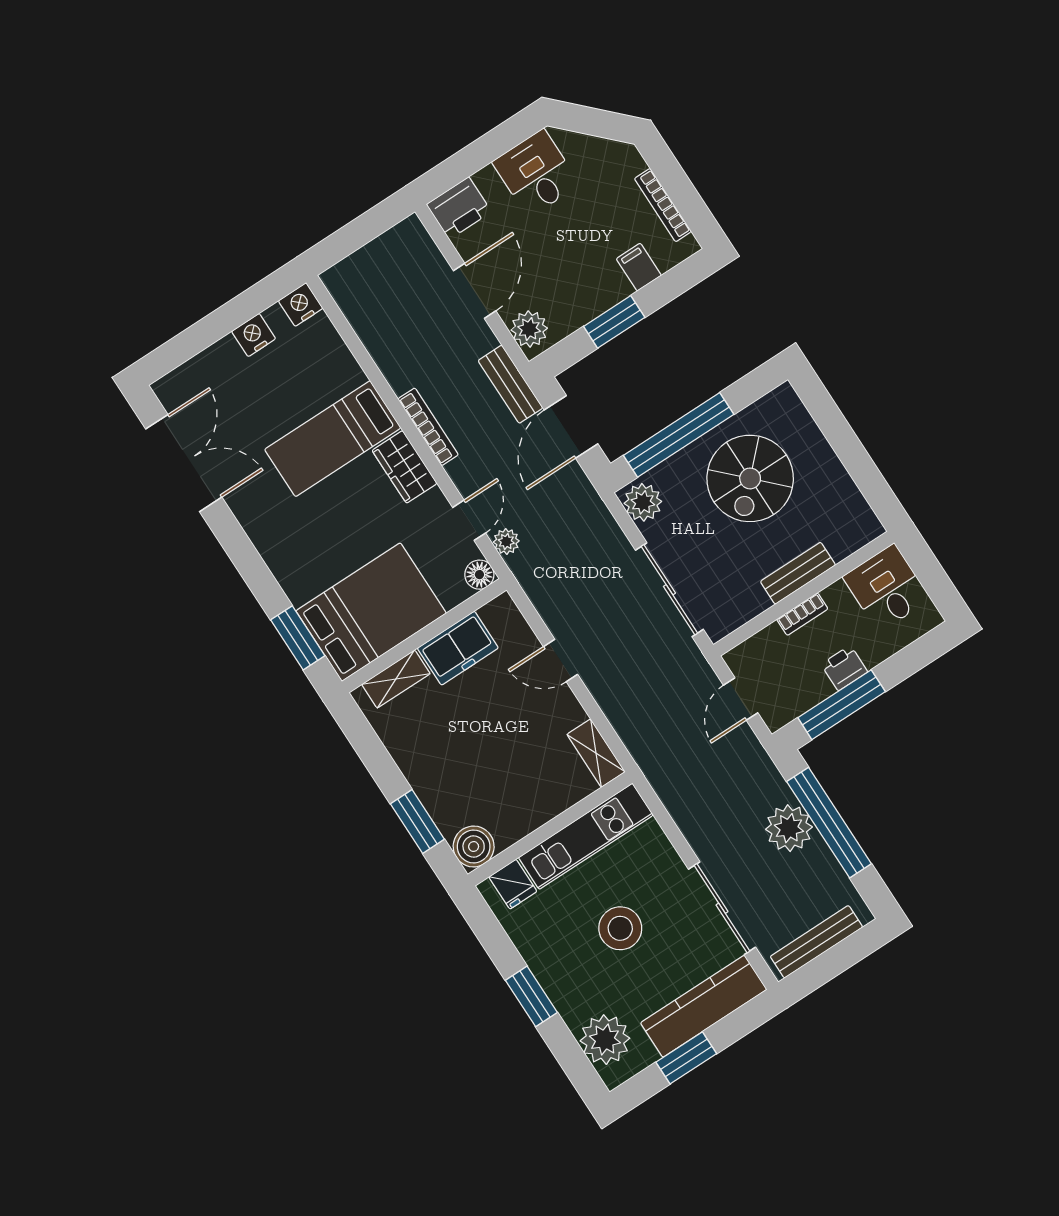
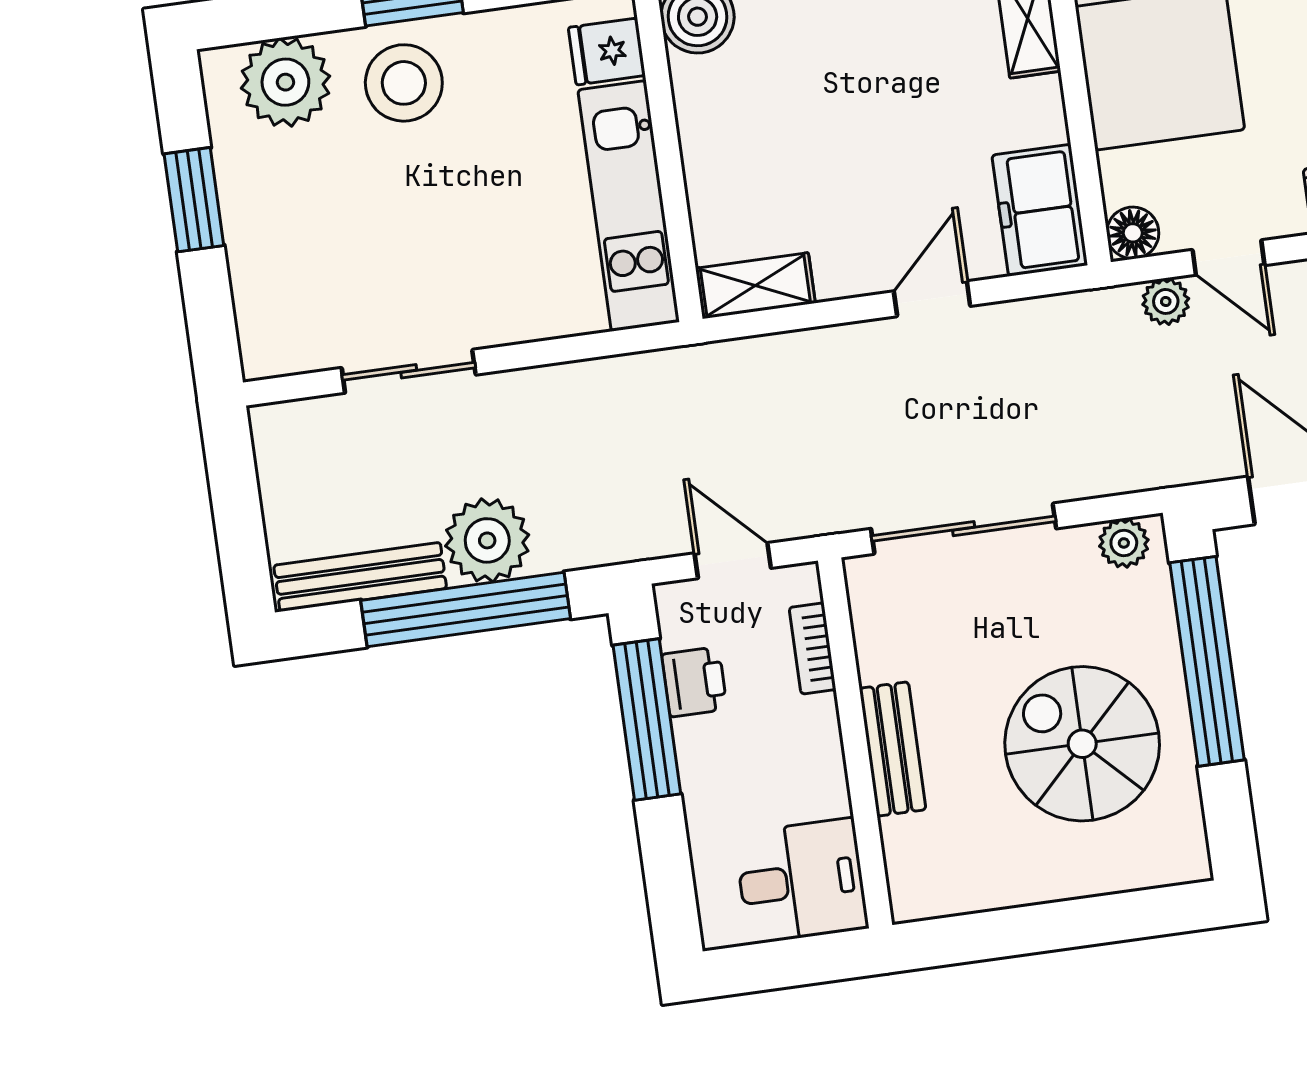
plant: (643, 502) -> (1124, 543), width x0.73, depth x0.73
bookcase: (802, 614) -> (813, 649), moved
freezer: (458, 648) -> (1040, 210), moved
printer: (844, 668) -> (694, 682), moved
sliding door: (722, 908) -> (409, 371), width x0.73
stool: (620, 928) -> (404, 83), moved
bench: (816, 942) -> (360, 577), moved, turned 90
kitchen counter: (704, 1006) -> (264, 267), removed

